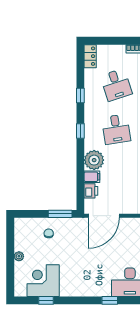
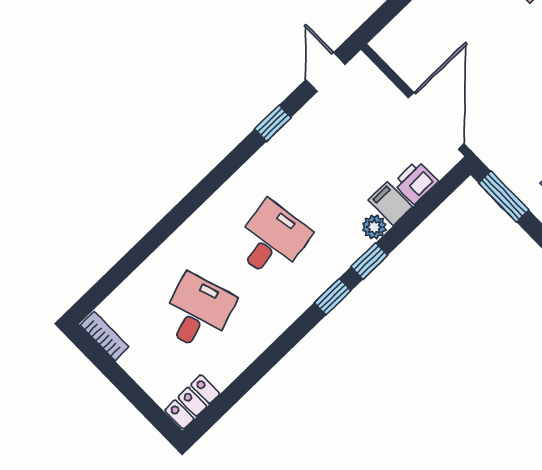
window: (80, 95) -> (369, 261), moved
plant: (94, 160) -> (374, 227), width x0.53, depth x0.53
door: (104, 216) -> (436, 121), hinge flipped

